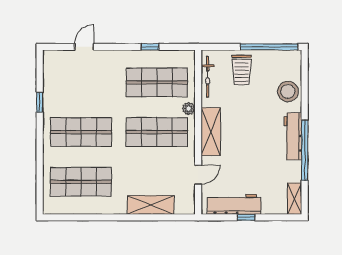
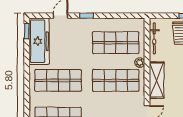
window: (150, 47) -> (87, 16), moved
freezer: (56, 81) -> (39, 41), added
window: (40, 102) -> (27, 31), moved

